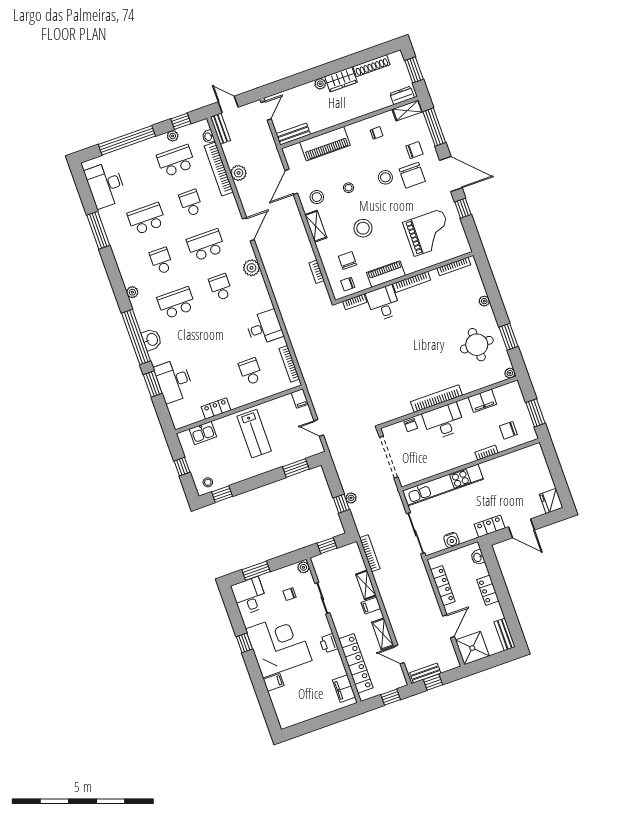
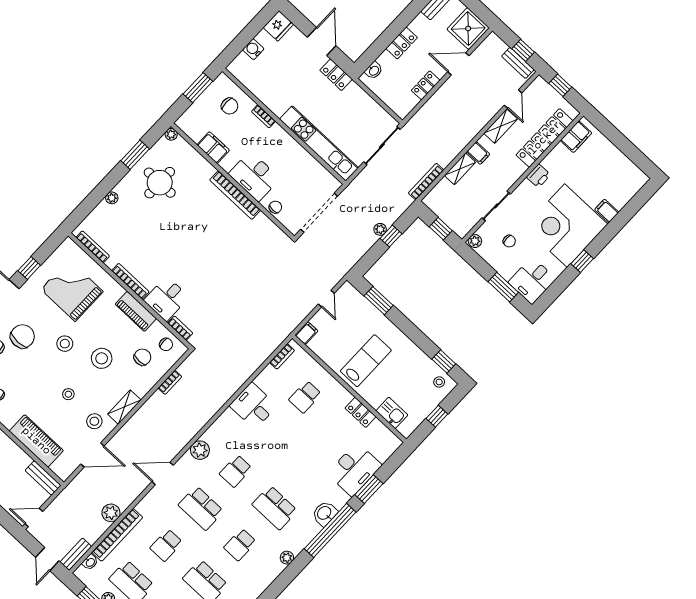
stool: (385, 177) -> (65, 344), moved
chair: (347, 261) -> (142, 357), turned 180
bookcase: (289, 364) -> (282, 356), width x0.64
water cooler: (451, 540) -> (253, 49), moved, turned -90
locker: (443, 586) -> (426, 85), width x0.66

